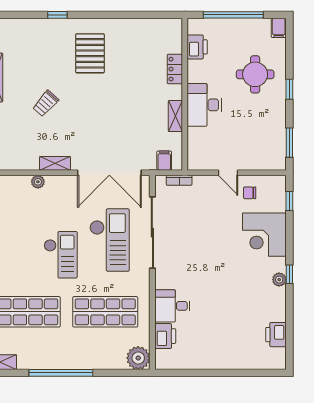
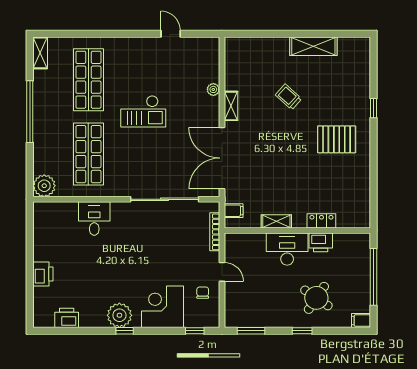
printer: (197, 47) -> (321, 242), moved
round table: (255, 74) -> (316, 298), turned 34
door: (228, 173) -> (222, 272), swing flipped
bookcase: (179, 180) -> (215, 232), width x1.56
checkout: (110, 240) -> (157, 158), removed
plant: (279, 280) -> (119, 315), width x1.88, depth x1.88
printer: (165, 336) -> (43, 274), moved, turned -90

